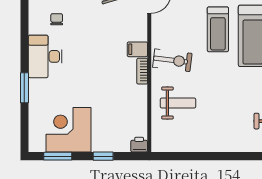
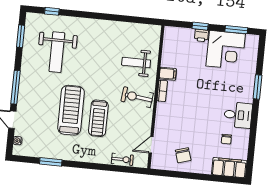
treadmill: (218, 29) -> (98, 118), turned 180
filing cabinet: (137, 49) -> (168, 74), moved
desk: (45, 56) -> (238, 115), width x0.73
printer: (139, 145) -> (201, 35), moved

